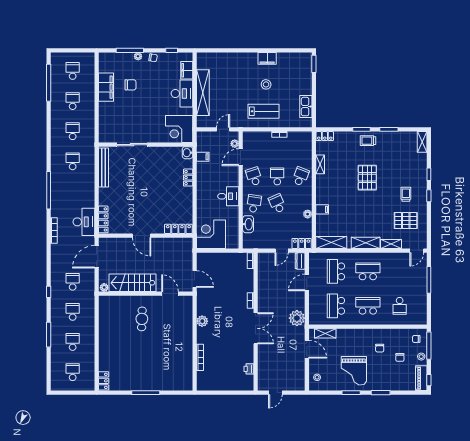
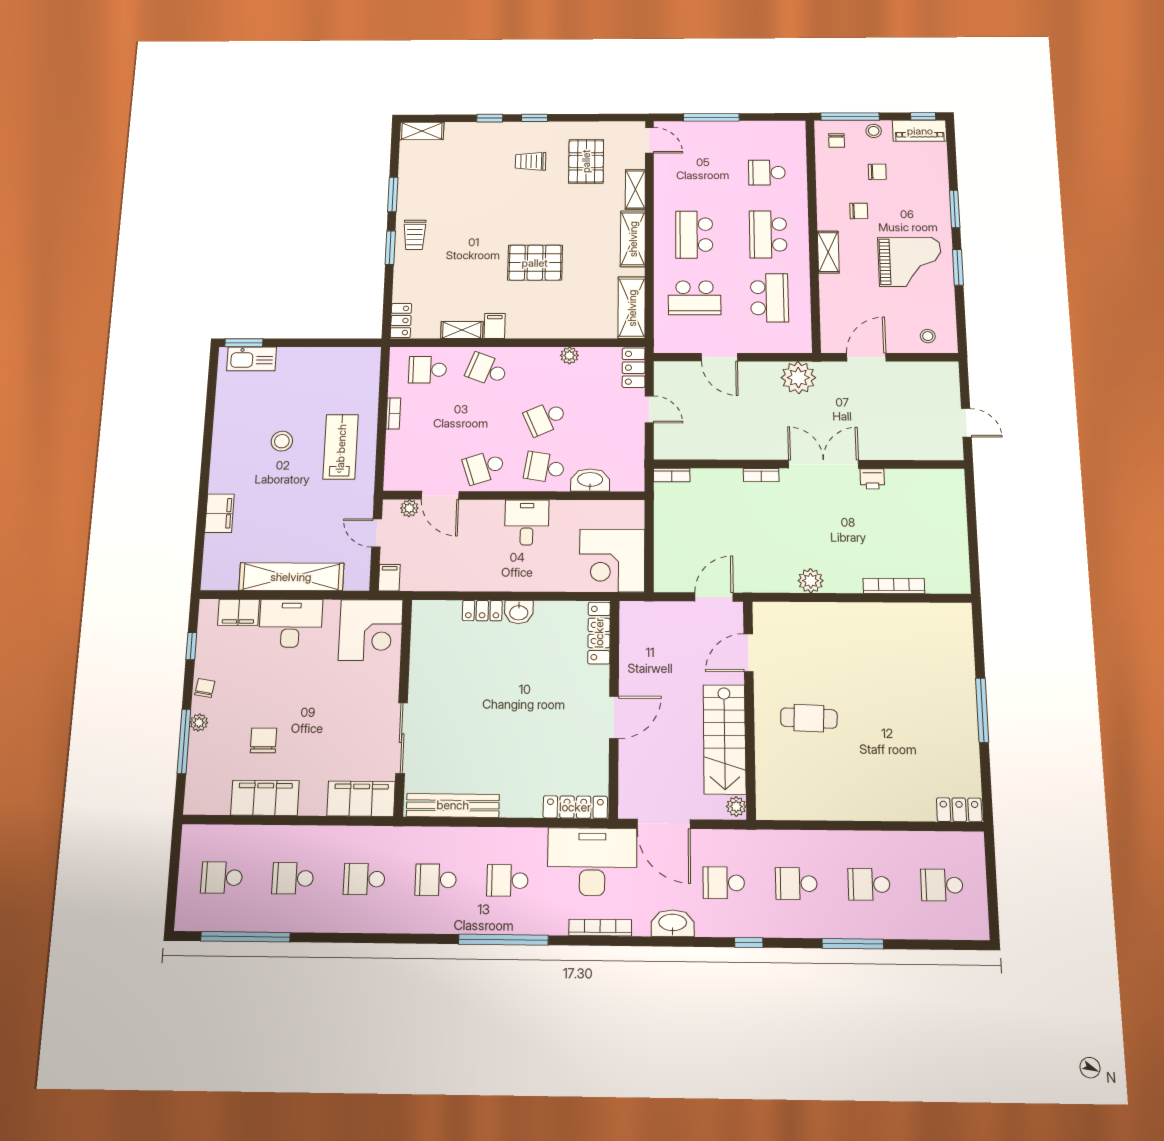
filing cabinet: (267, 58) -> (219, 513), moved
kitchen sink: (306, 107) -> (252, 359), moved
filing cabinet: (106, 128) -> (361, 799), added
washbasin: (187, 153) -> (519, 612), moved
filing cabinet: (203, 157) -> (389, 578), moved
school desk: (277, 176) -> (428, 370), moved
pallet: (367, 178) -> (535, 263), moved
school desk: (73, 191) -> (507, 881), added
filing cabinet: (322, 209) -> (495, 326), moved
desk: (84, 222) -> (592, 862), width x1.36, depth x1.30
washbasin: (56, 260) -> (673, 923), added
dresser: (300, 261) -> (672, 371), removed
school desk: (336, 306) -> (769, 298), turned -90
school desk: (400, 306) -> (767, 173), turned 180
shelving: (325, 333) -> (828, 252), moved
printer: (249, 369) -> (872, 479), moved

